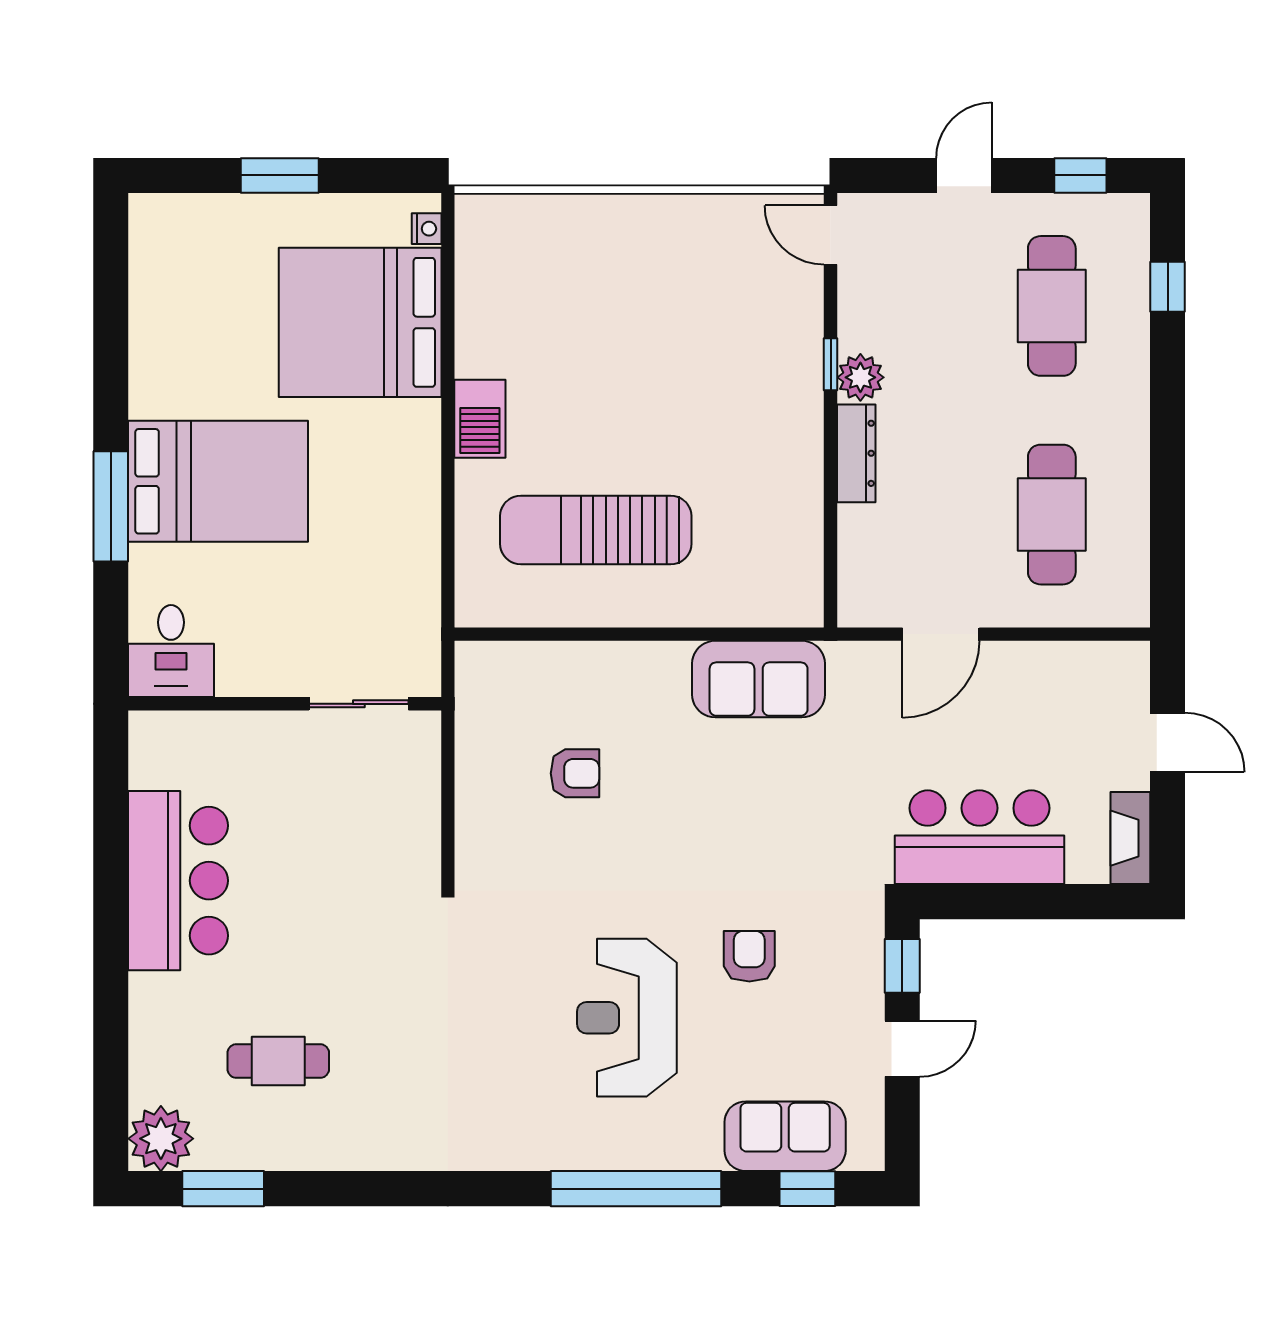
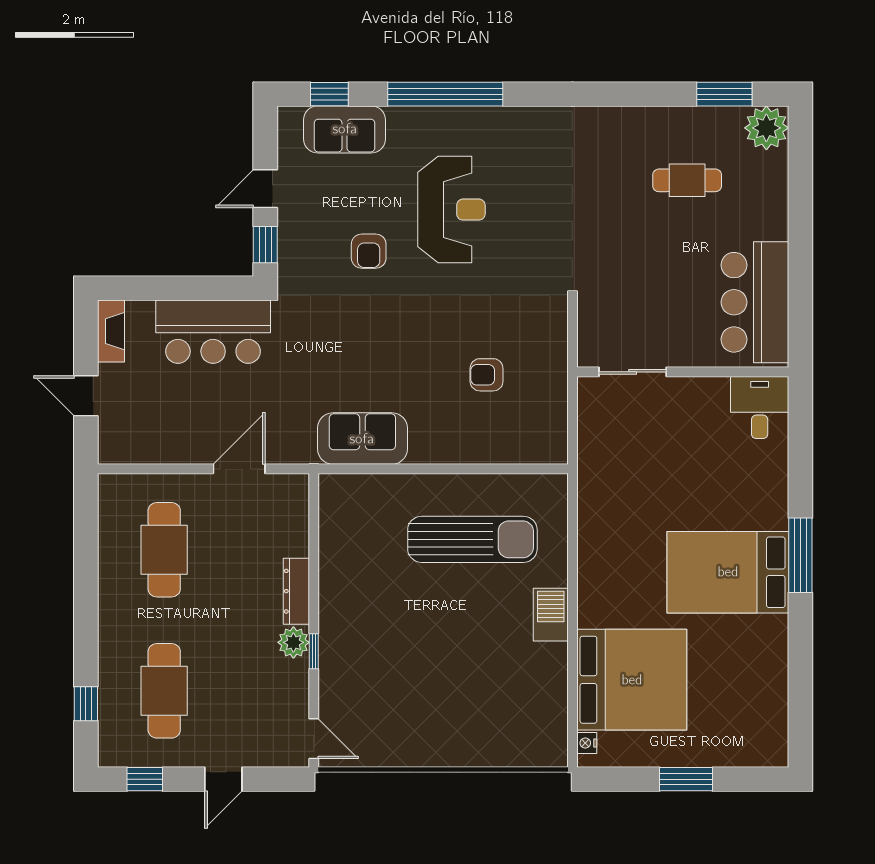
desk: (171, 651) -> (760, 407), moved
wall: (285, 704) -> (683, 372), moved
sliding door: (359, 704) -> (633, 372), moved

